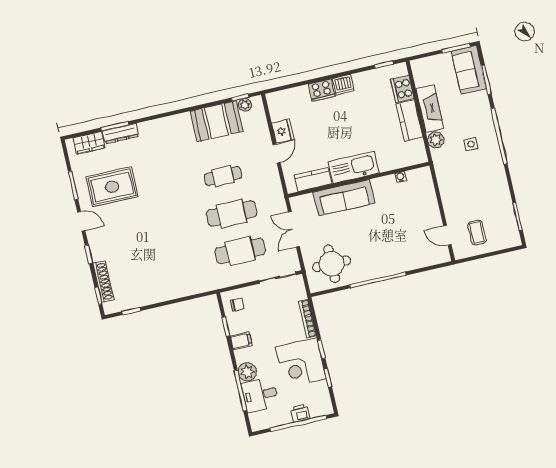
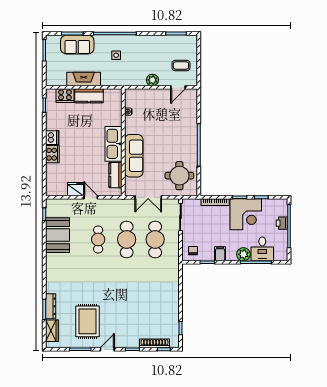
sofa: (469, 70) -> (77, 44), moved
plant: (245, 105) -> (50, 212), removed
plant: (436, 140) -> (152, 80), moved

